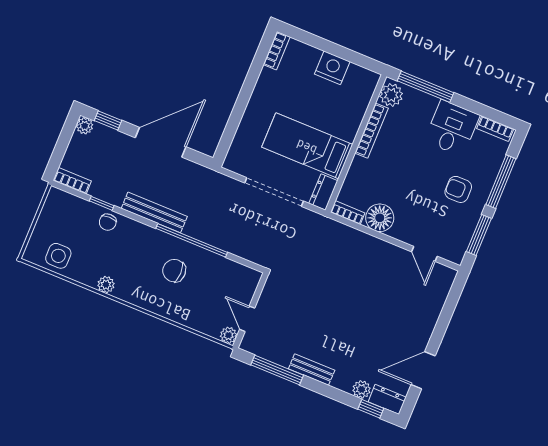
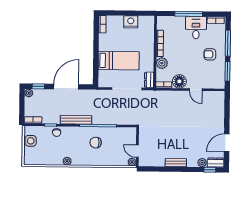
window: (425, 87) -> (189, 14), moved
plant: (391, 95) -> (162, 63), moved
bed: (307, 146) -> (119, 61), moved, turned 180
door: (424, 254) -> (196, 90), moved
side table: (58, 256) -> (31, 141), moved
window: (277, 370) -> (160, 169), removed

